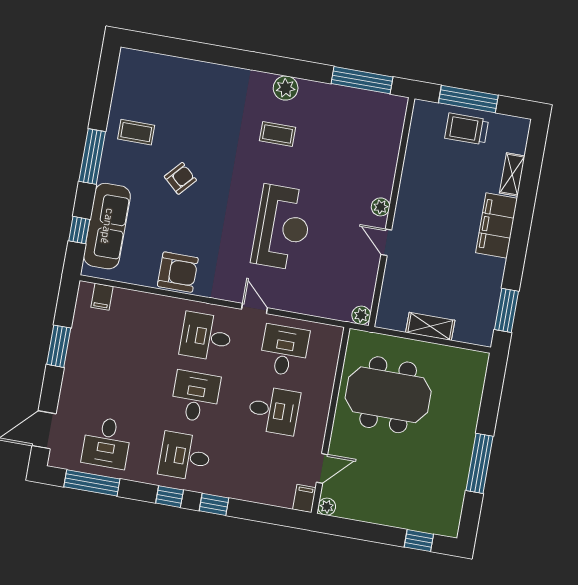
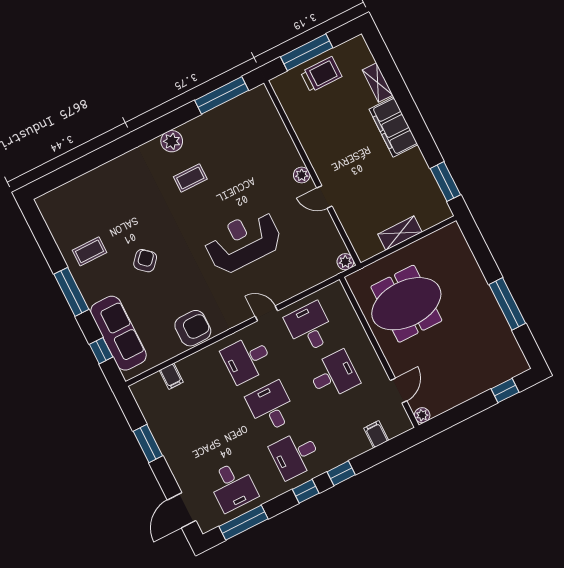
trolley: (467, 129) -> (321, 74), turned 180
reception desk: (282, 227) -> (243, 241), turned -90
filing cabinet: (102, 297) -> (171, 376), moved
filing cabinet: (304, 499) -> (376, 434), moved

